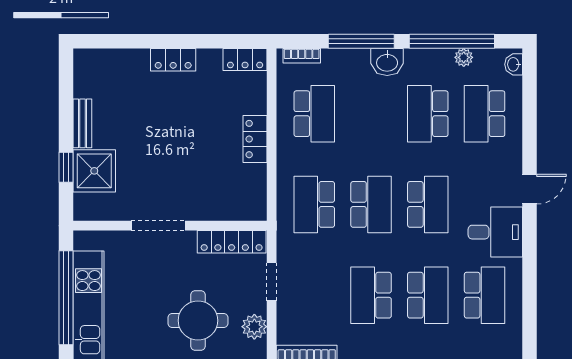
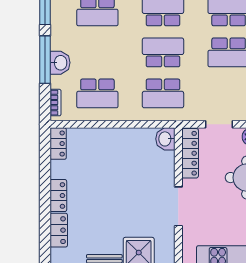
washbasin: (387, 62) -> (60, 63), moved
school desk: (314, 114) -> (97, 93), turned 180
locker: (255, 139) -> (59, 230), moved, turned -90
washbasin: (251, 208) -> (165, 139), added

